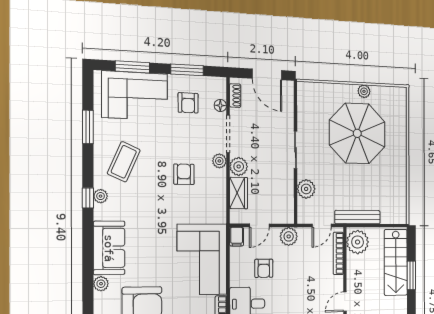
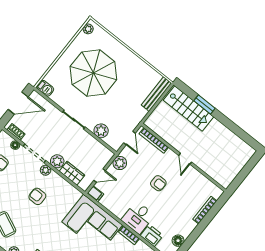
plant: (364, 91) -> (88, 29), moved
barbecue: (304, 93) -> (45, 88), added
bench: (358, 217) -> (156, 94), moved
door: (259, 225) -> (100, 175), hinge flipped
plant: (358, 242) -> (157, 123), removed
armchair: (264, 268) -> (158, 183), moved

